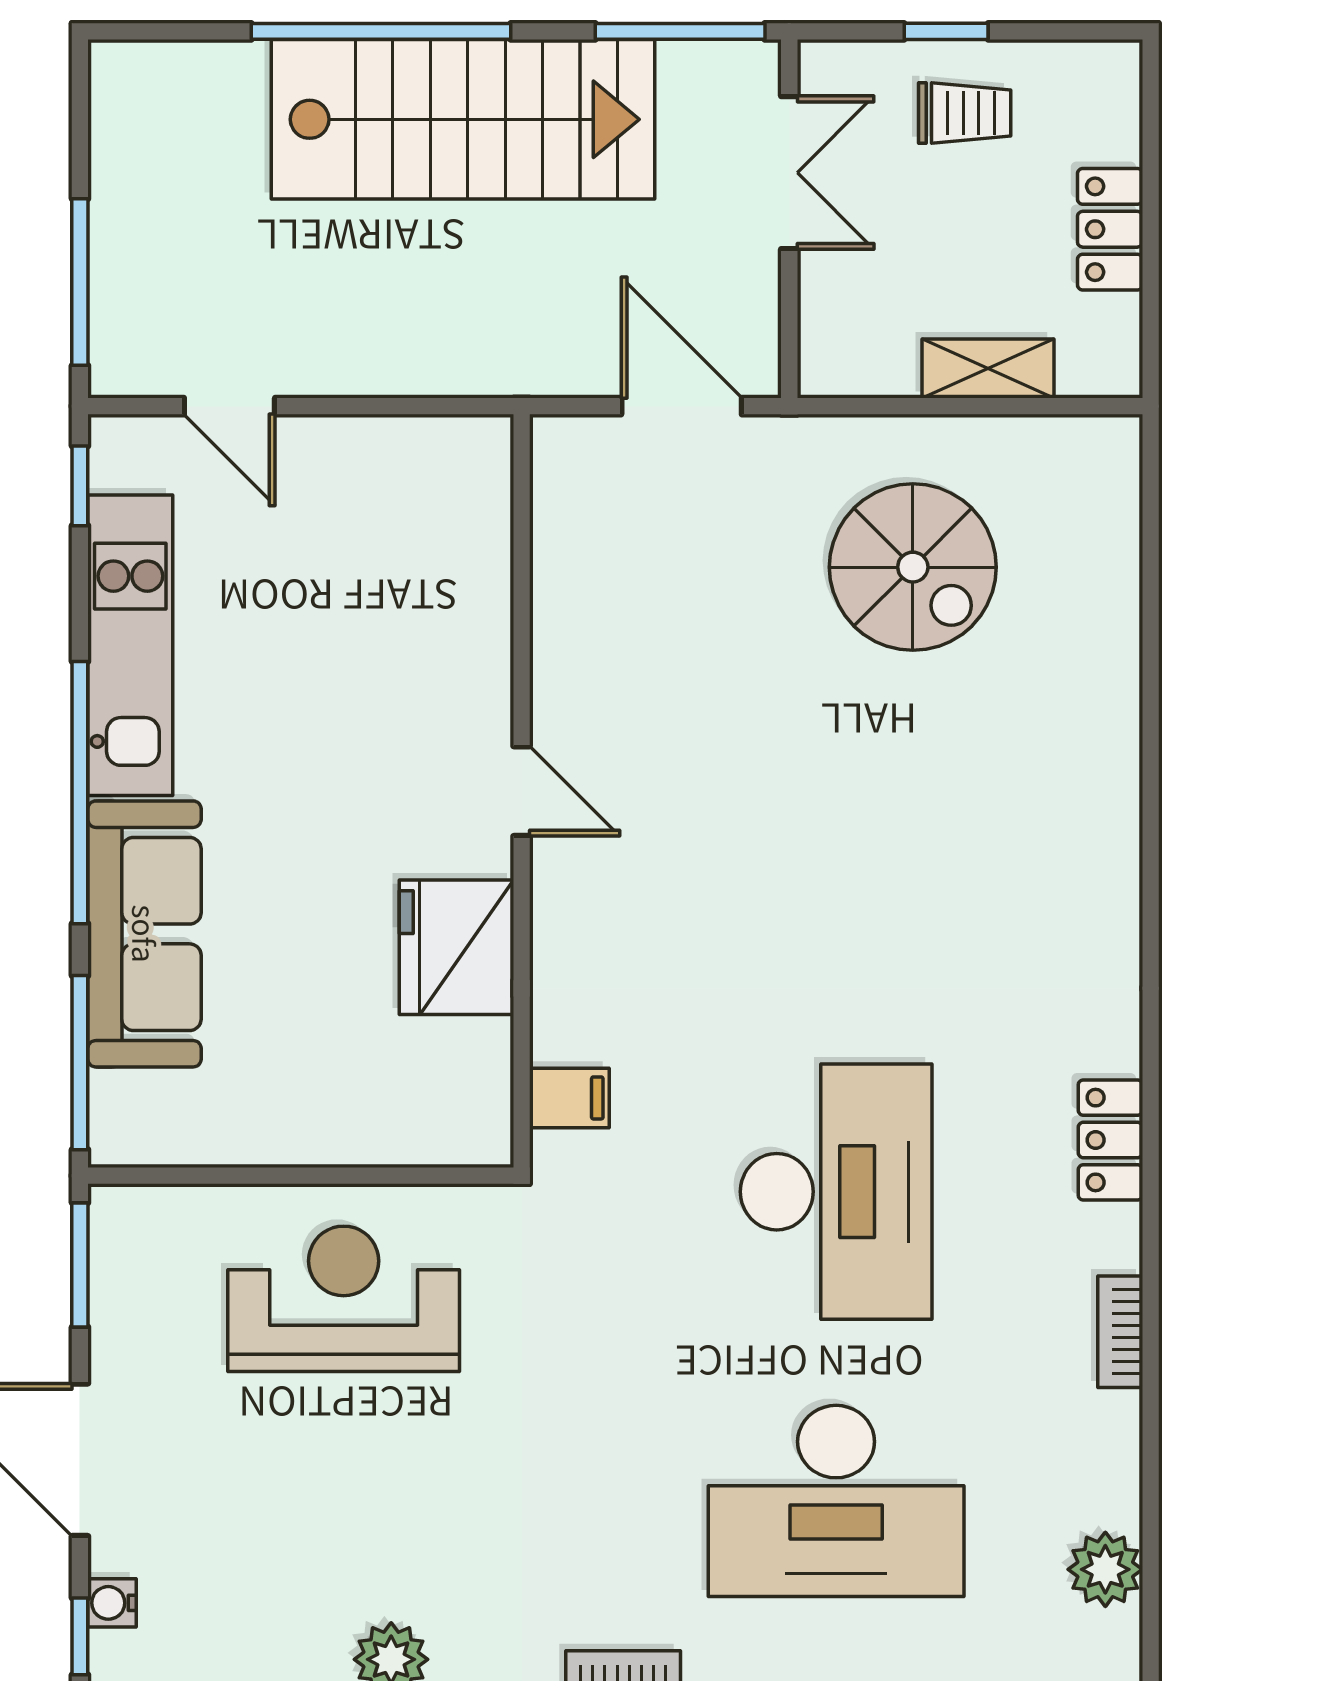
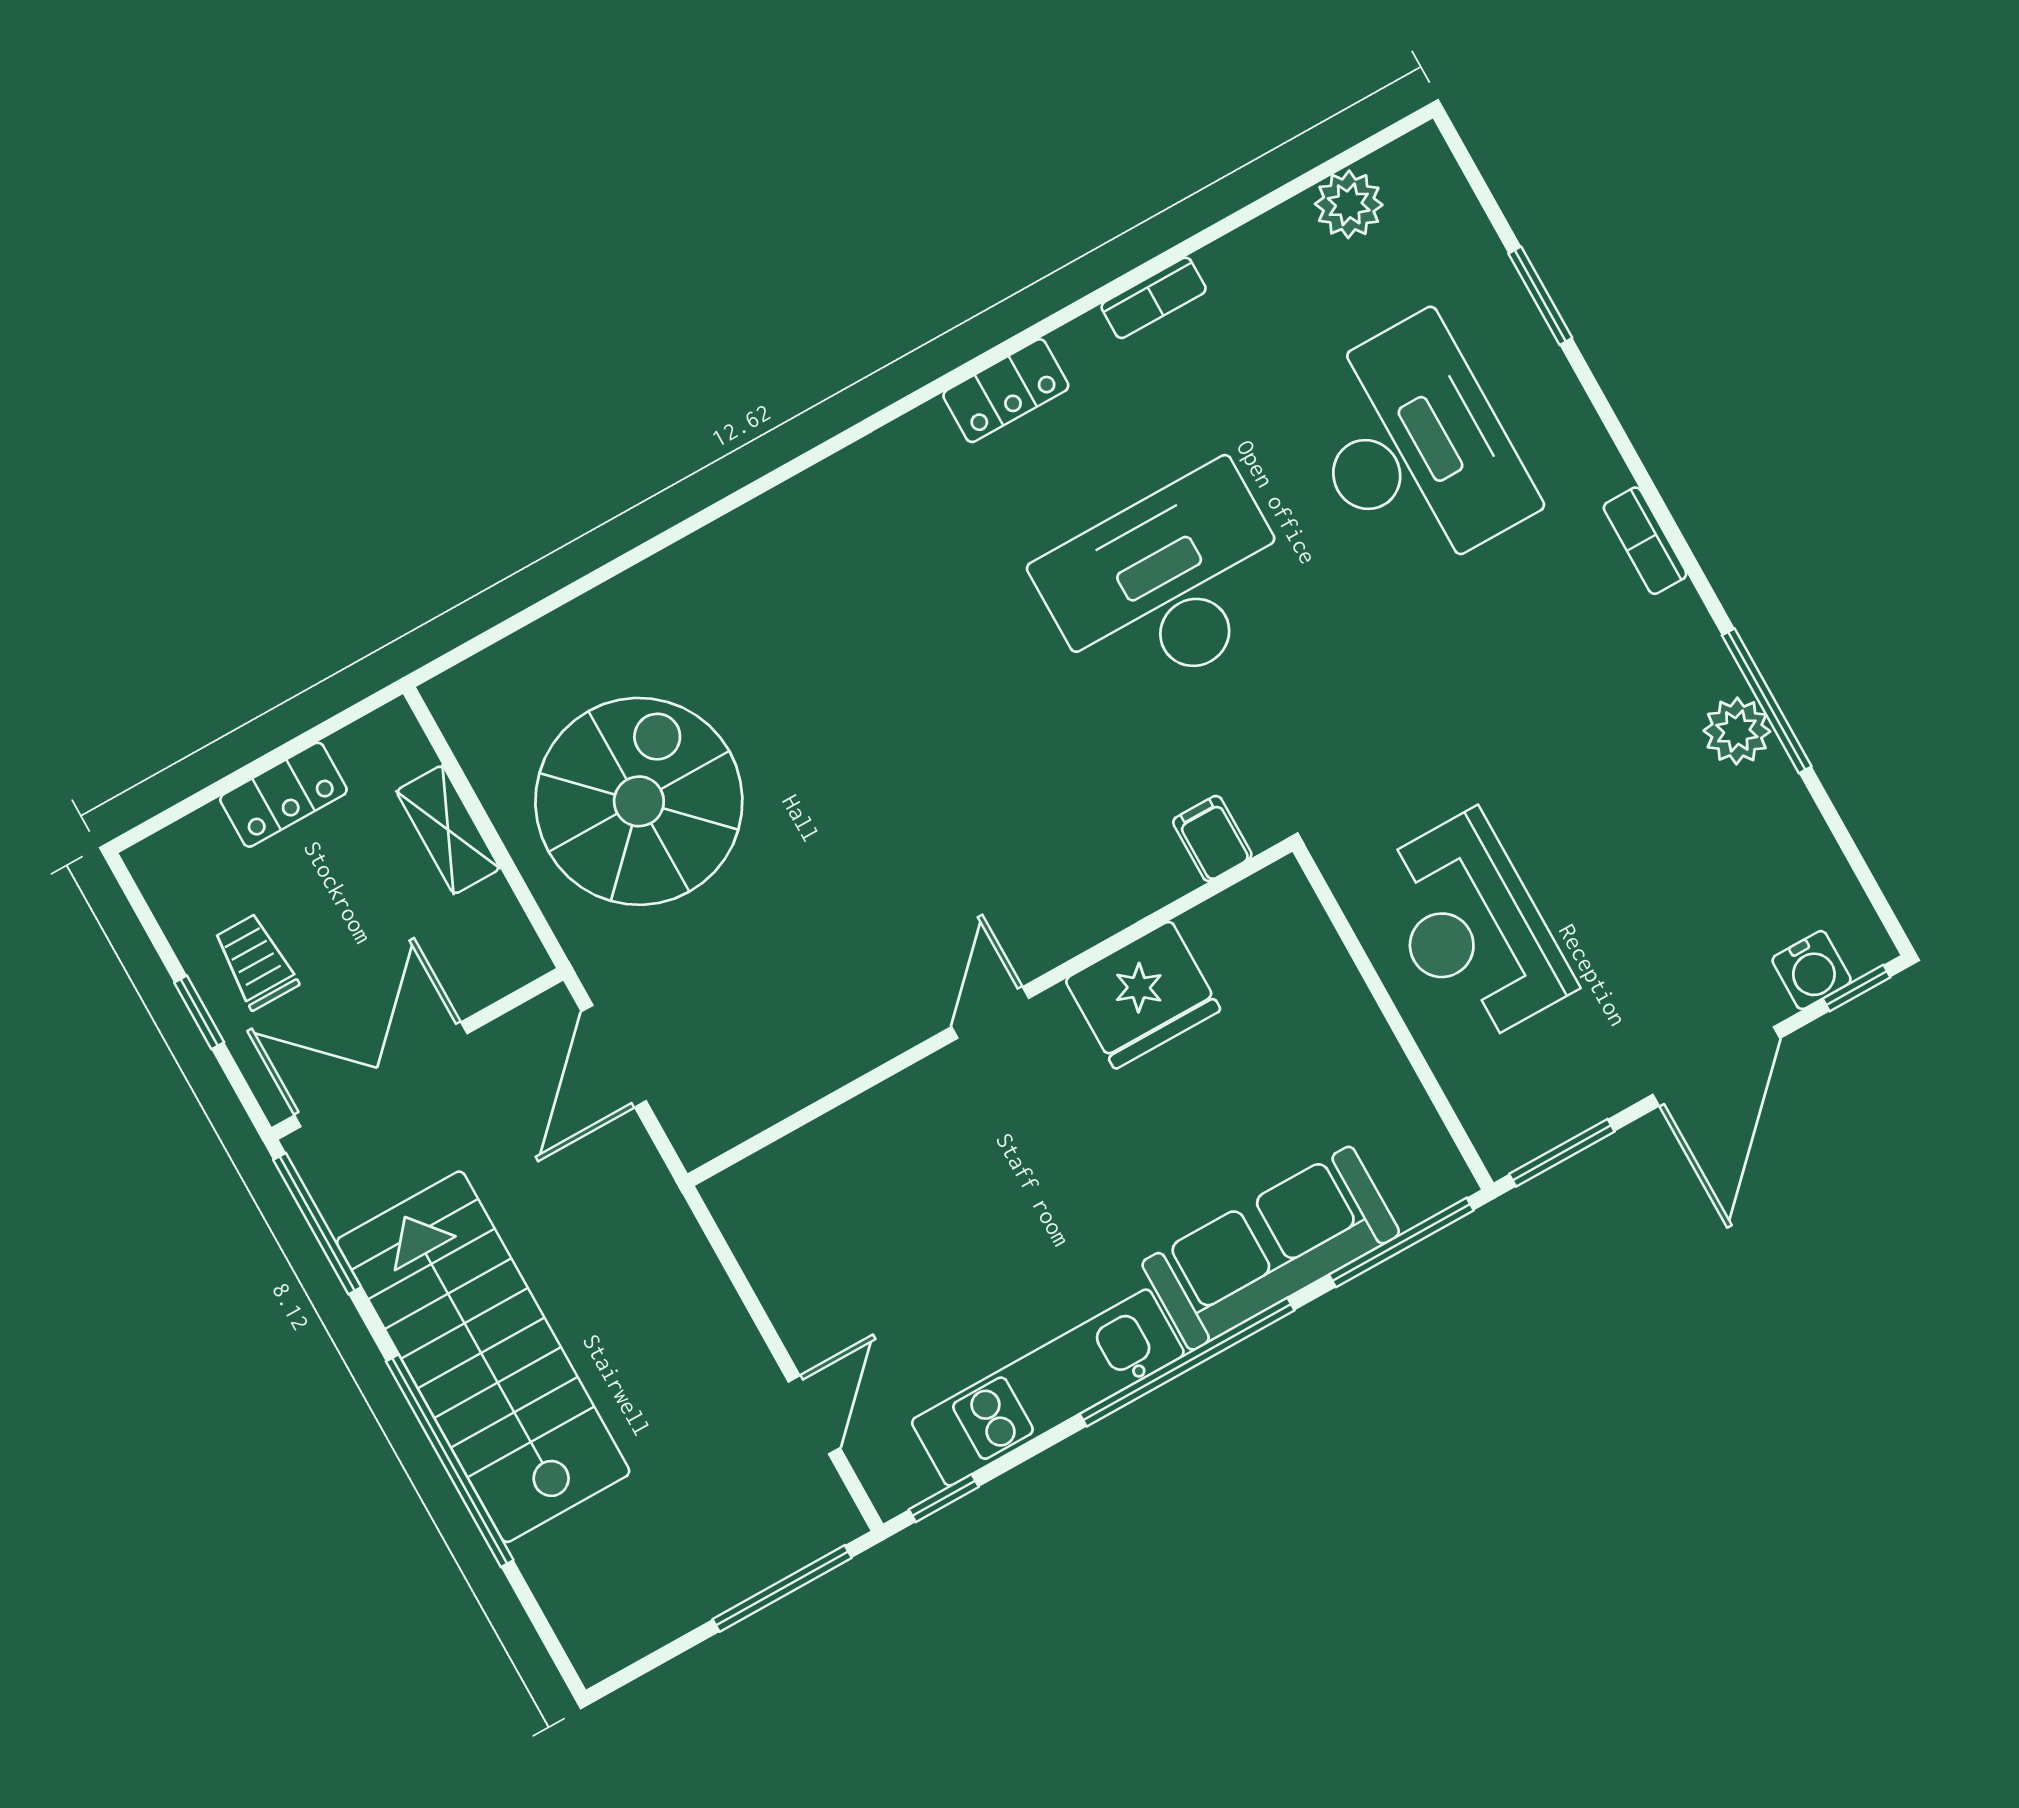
double door: (789, 173) -> (381, 1074), width x1.37
spiral stairs: (913, 567) -> (639, 801), width x1.37, depth x1.37
water cooler: (112, 1603) -> (1812, 970), width x1.38, depth x1.38

